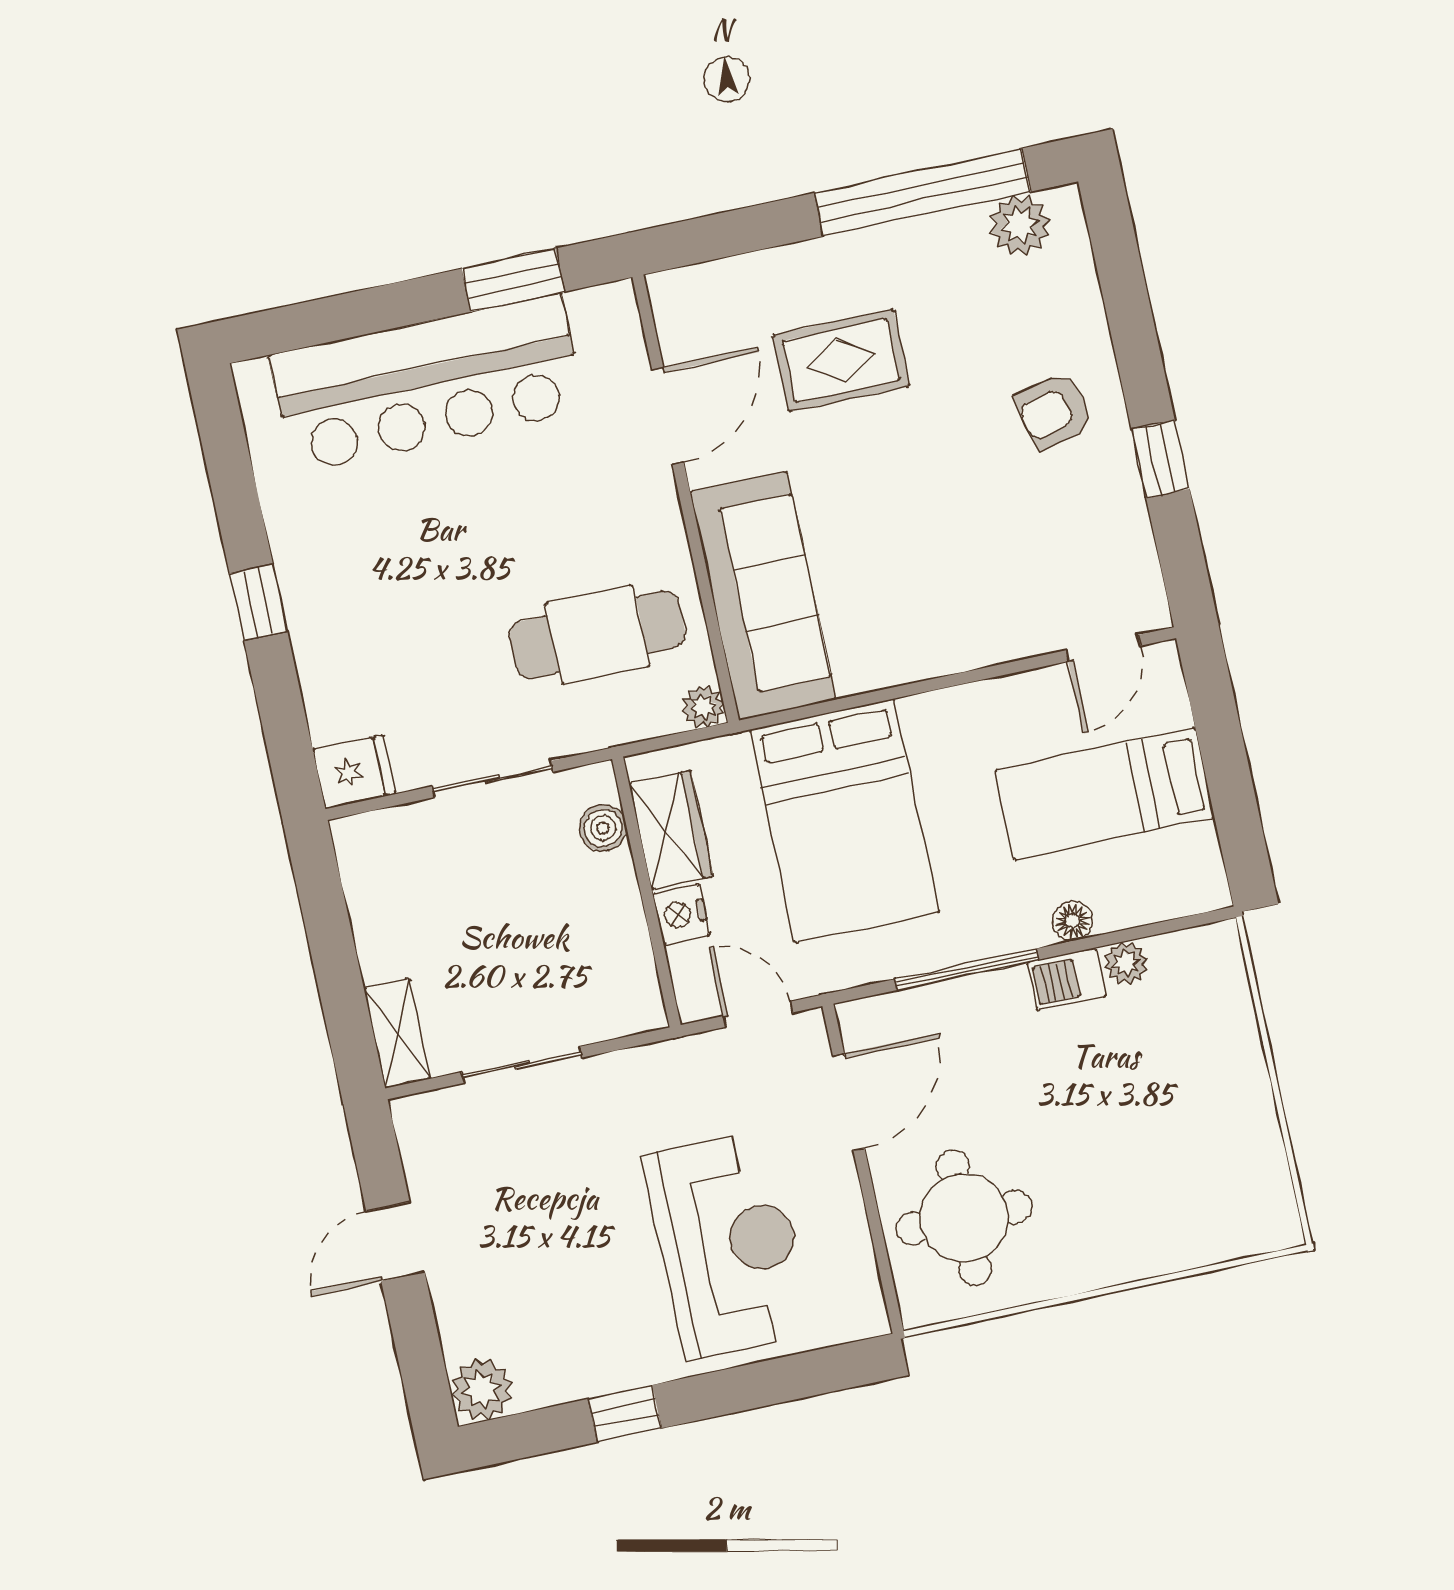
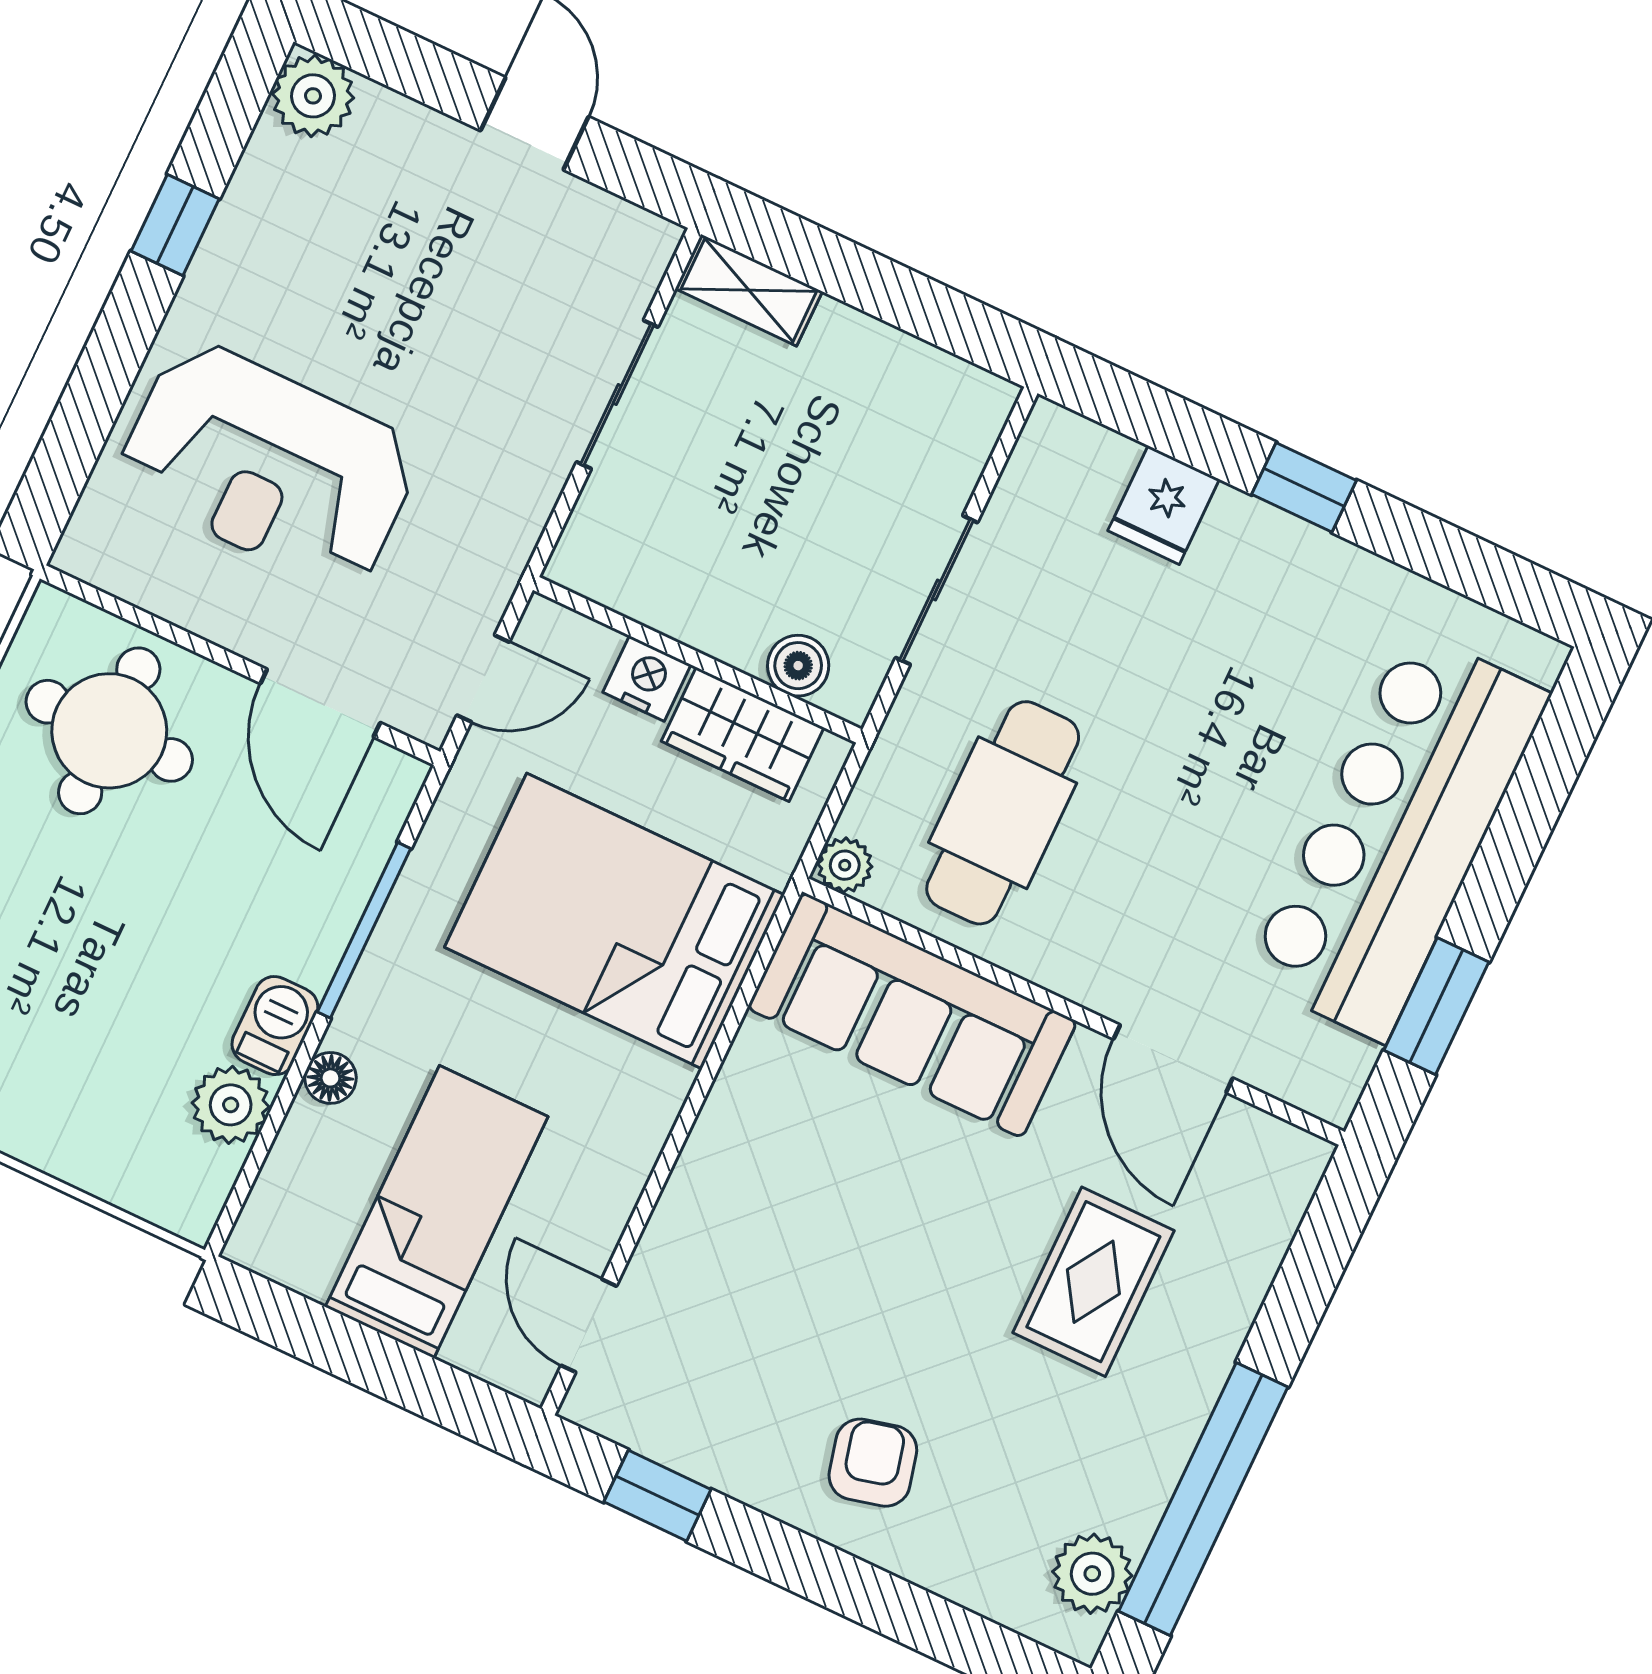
window: (1160, 459) -> (657, 1496), moved
fridge: (354, 772) -> (1164, 505), moved
plant: (1126, 963) -> (231, 1105), width x1.38, depth x1.38

